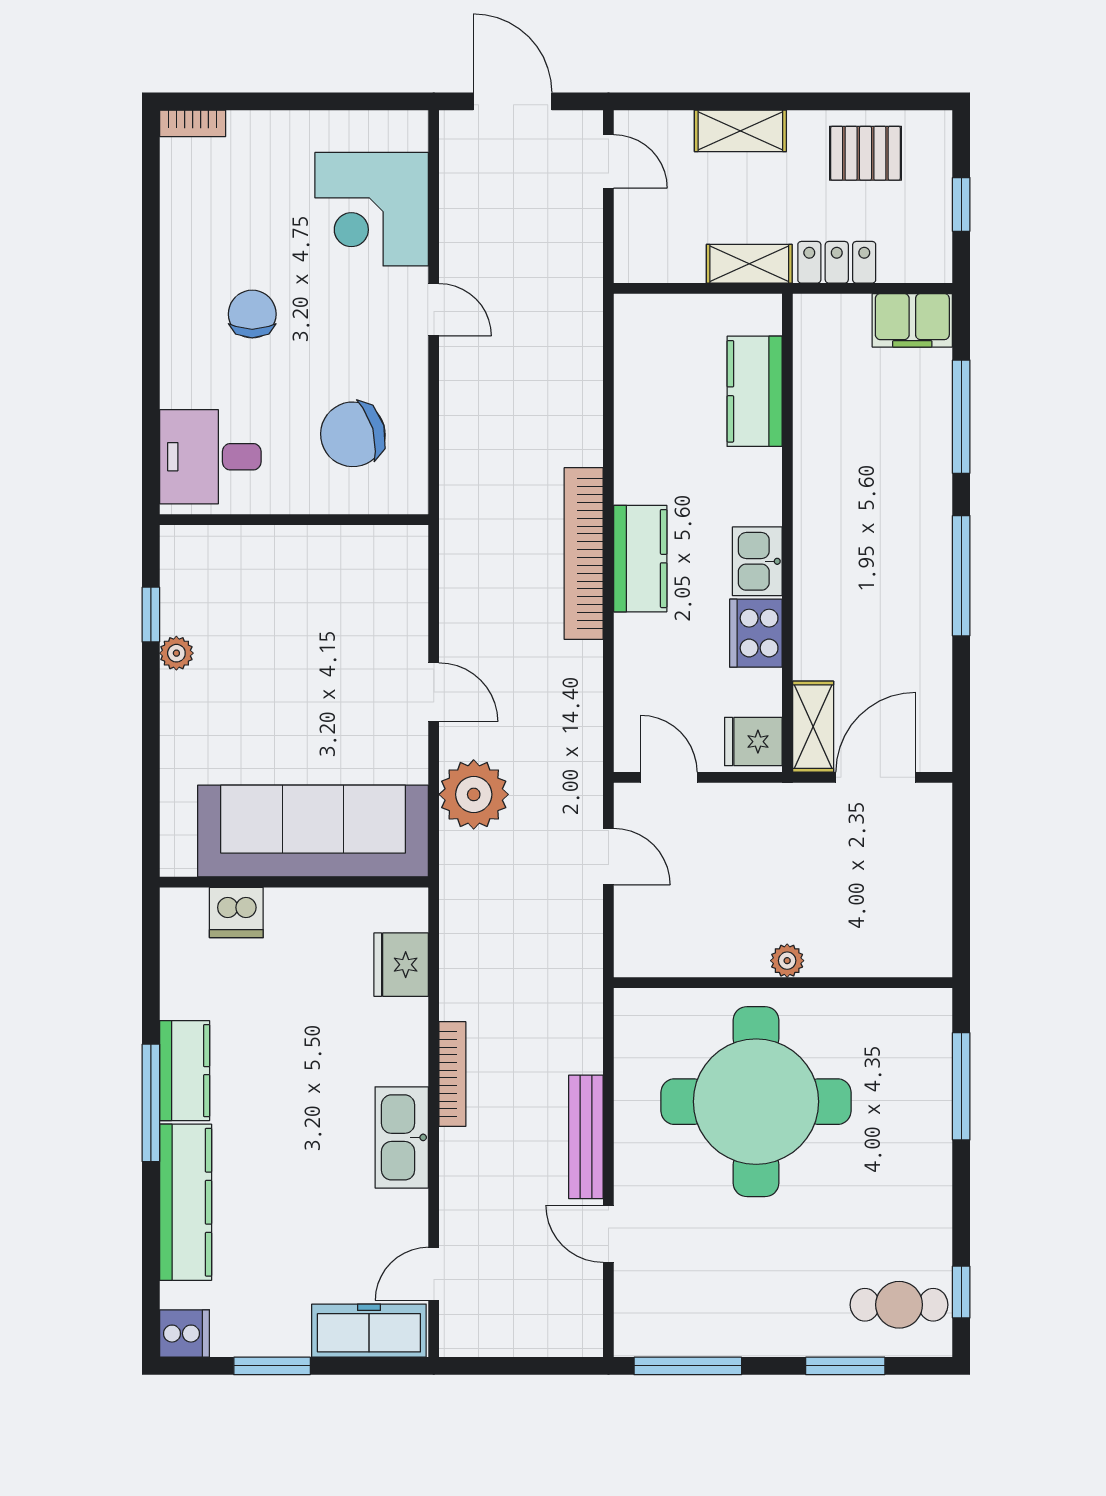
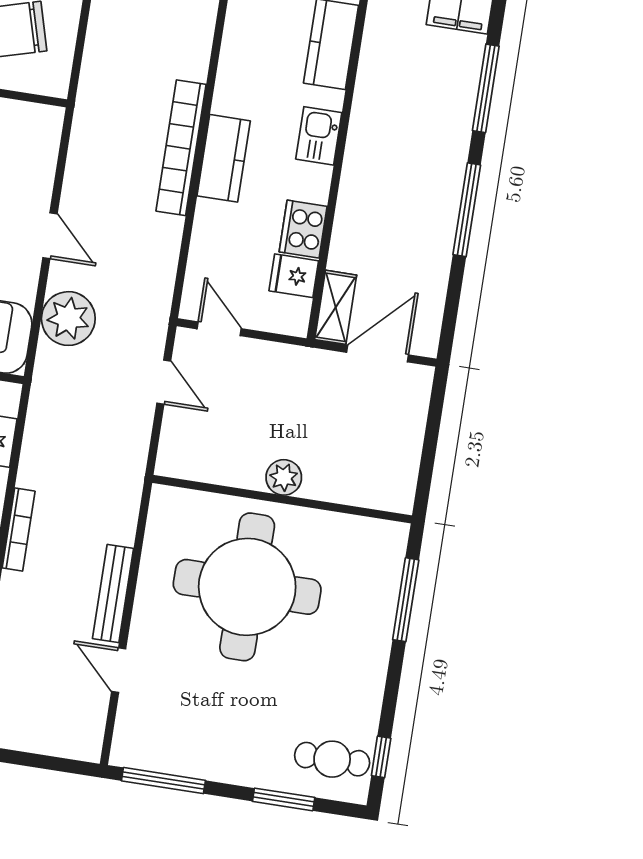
kitchen sink: (757, 561) -> (319, 136), moved
fridge: (753, 742) -> (294, 276), moved
plant: (787, 961) -> (284, 477), width x1.38, depth x1.38

